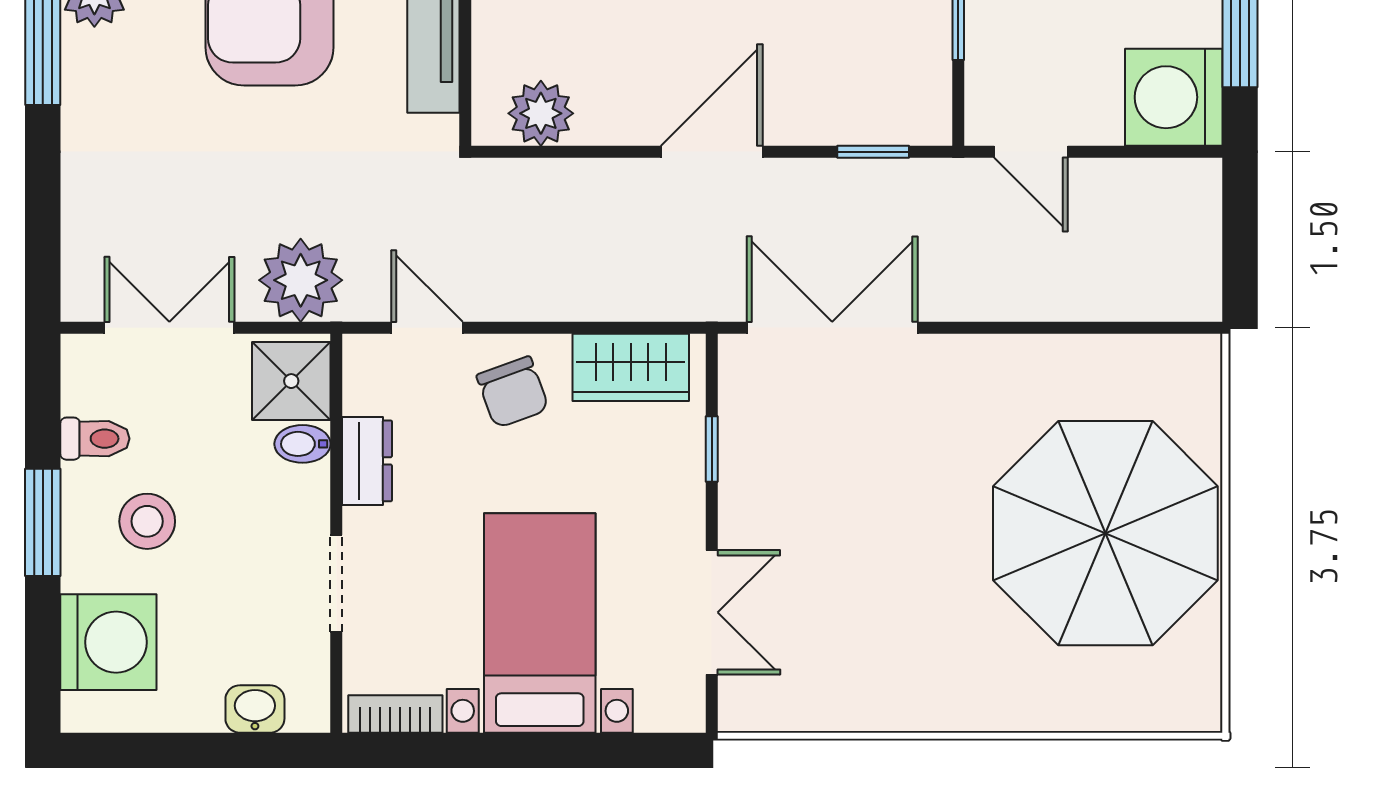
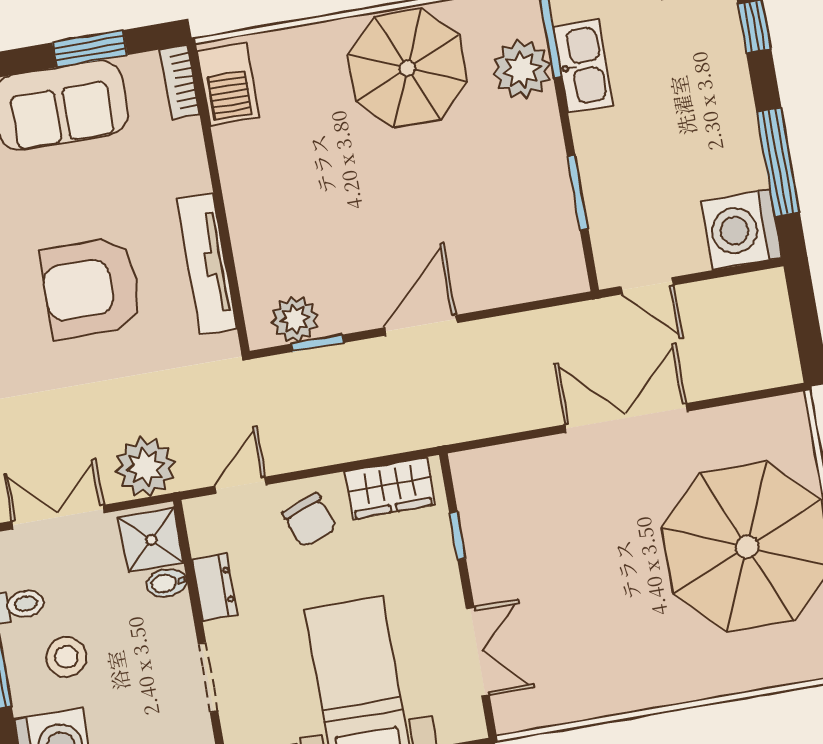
window: (873, 152) -> (317, 343), moved
door: (427, 328) -> (241, 485), hinge flipped
double door: (832, 328) -> (626, 418), moved

